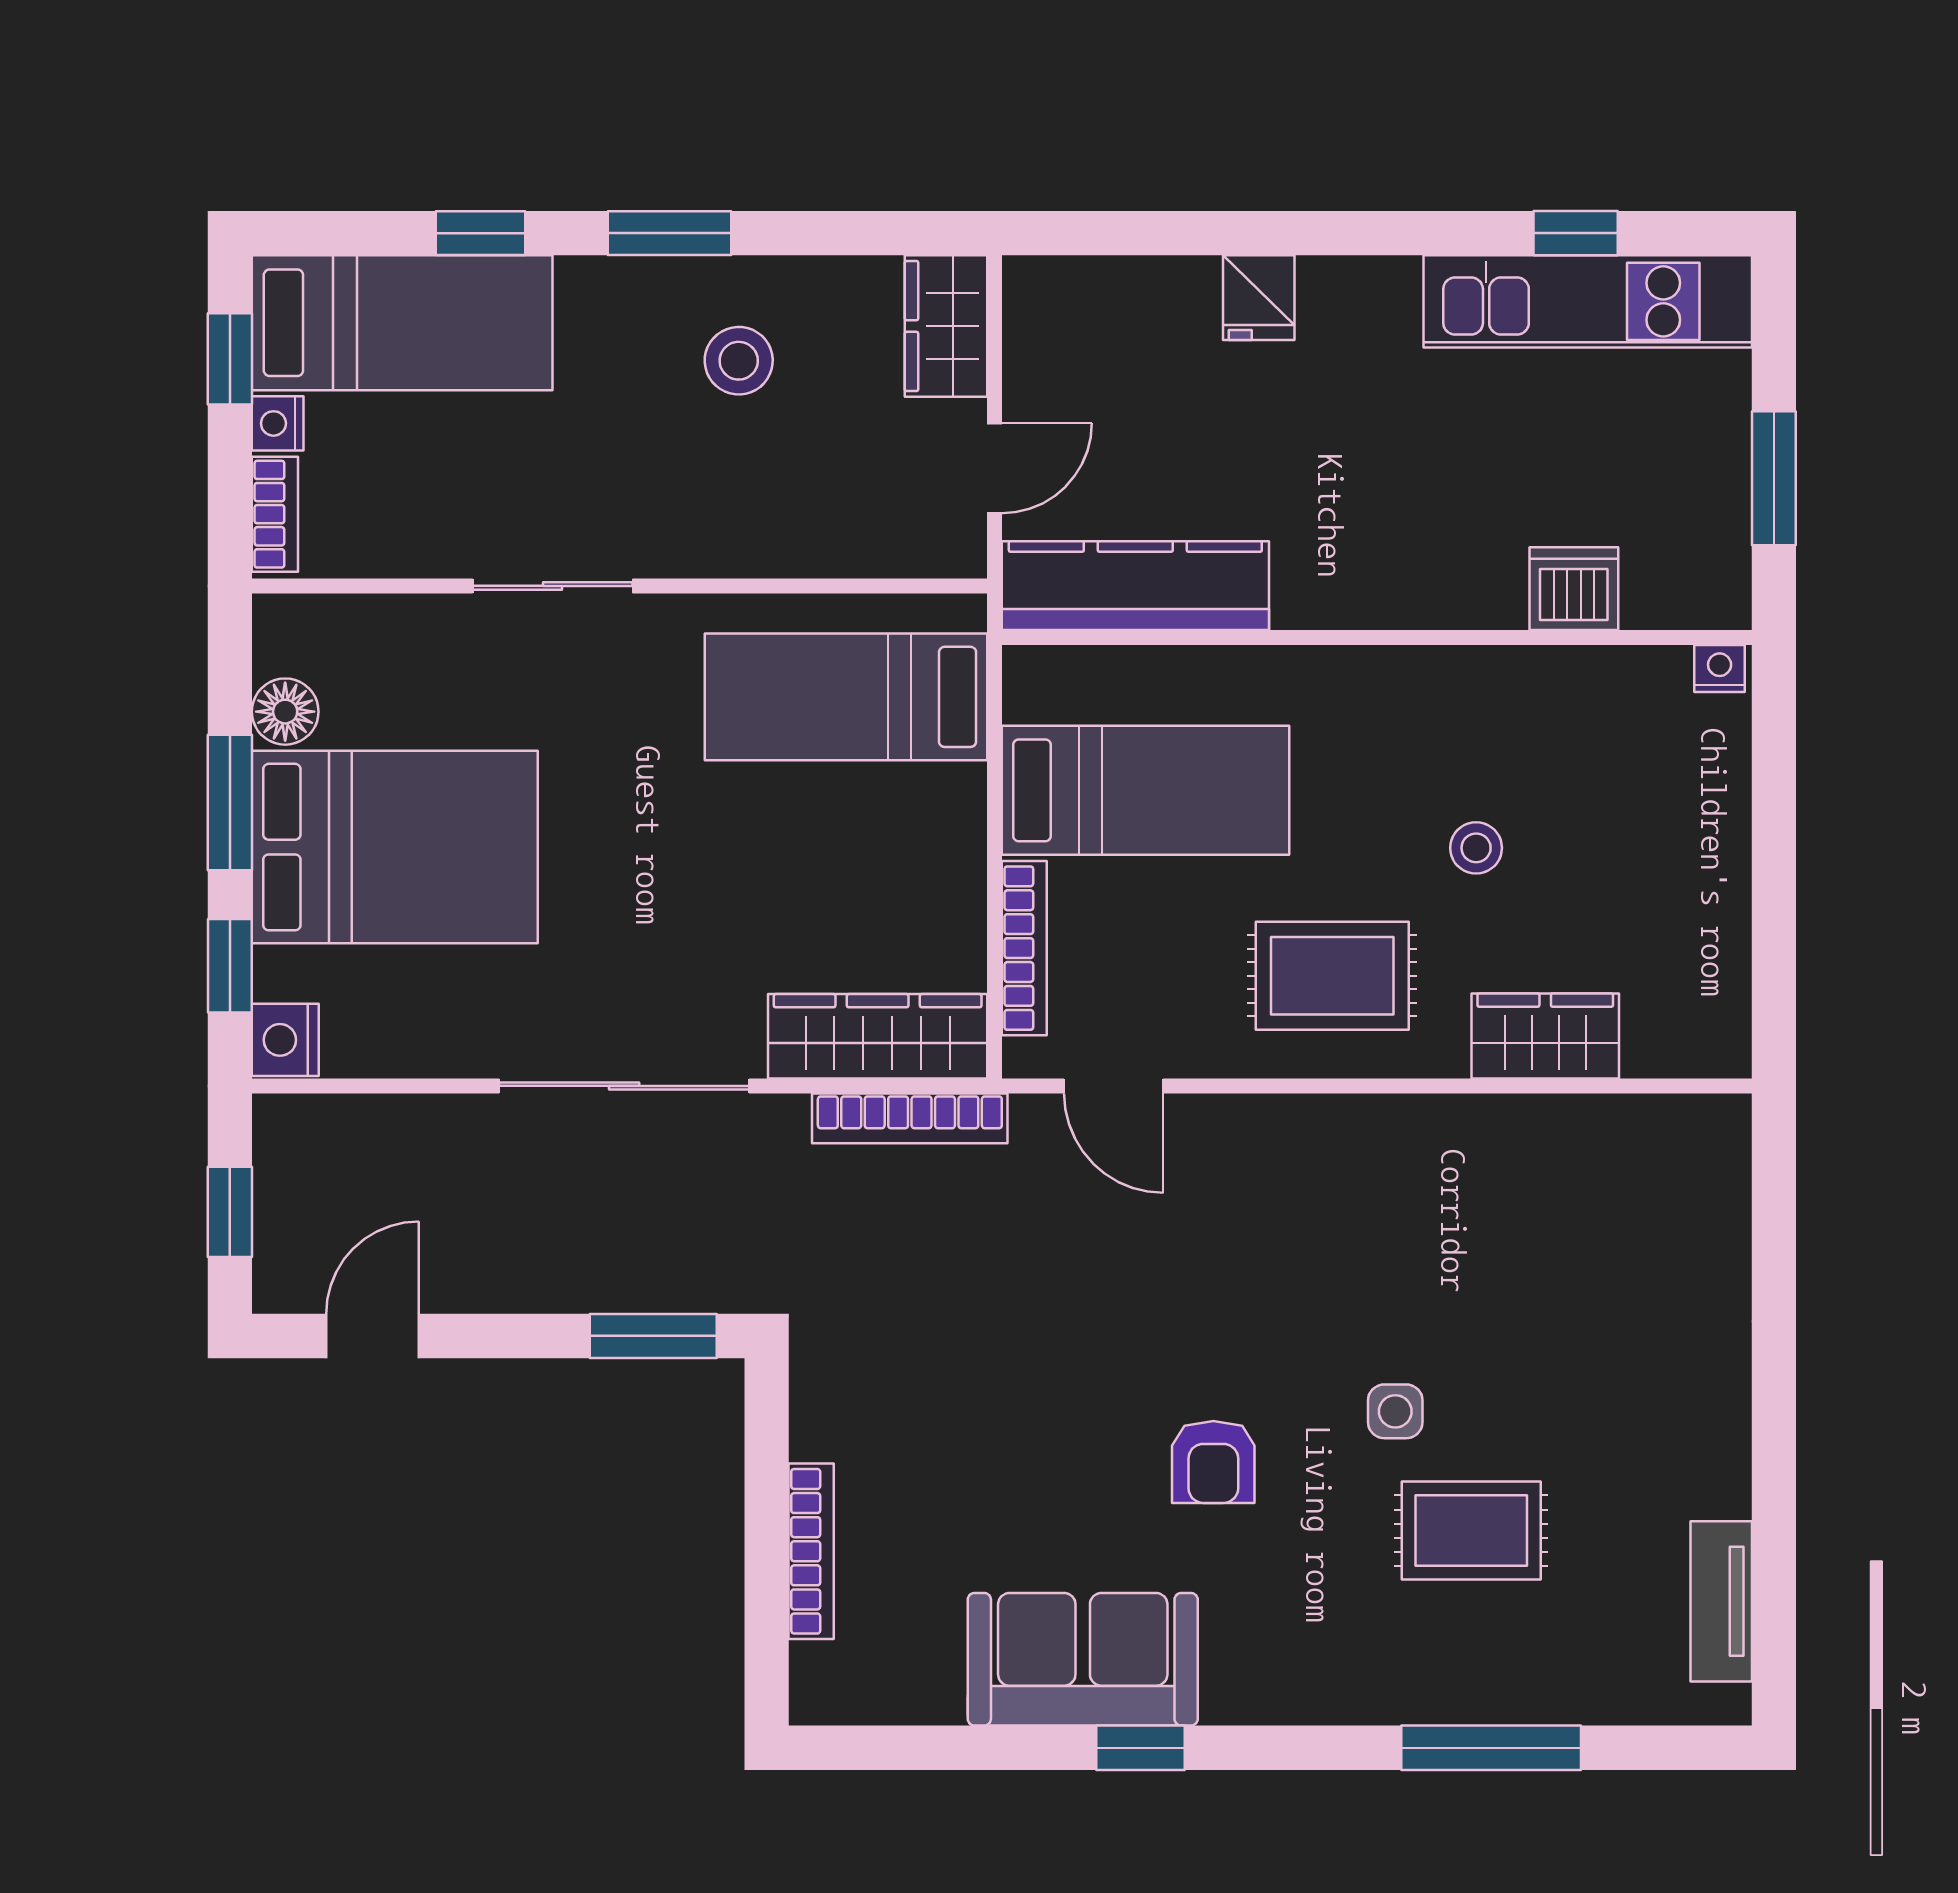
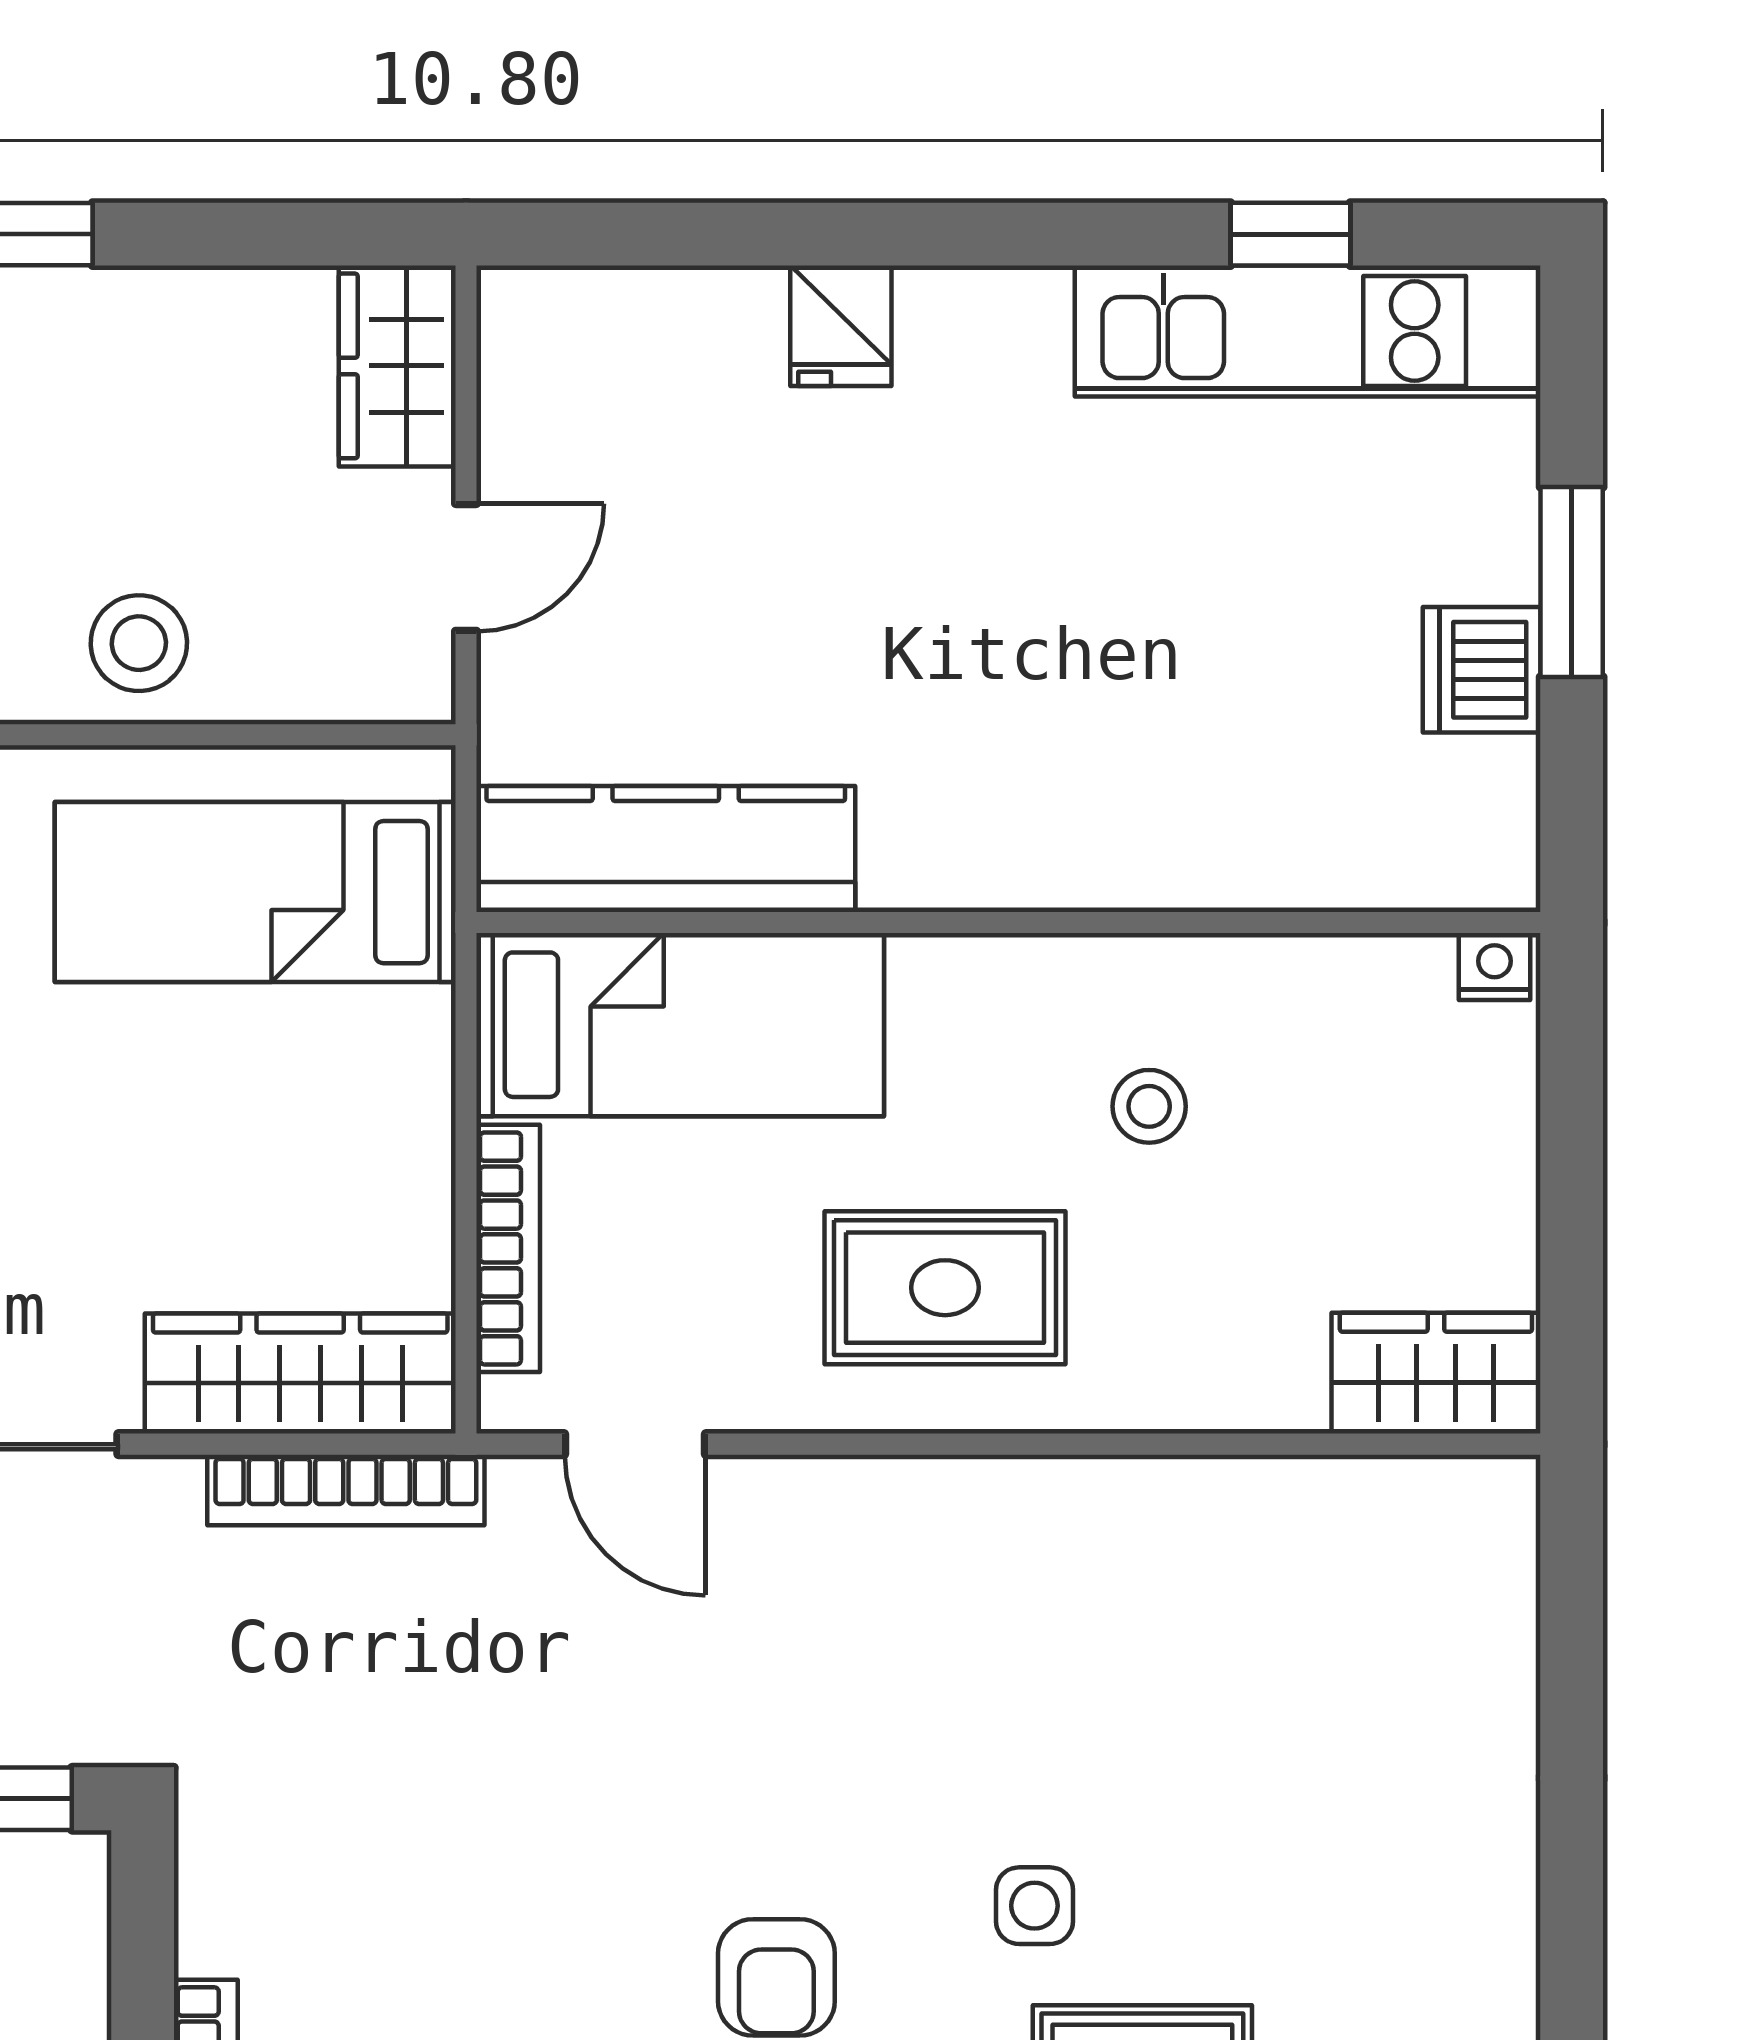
stool: (739, 361) -> (139, 643), moved
kitchen counter: (1135, 586) -> (666, 849), moved
dishwasher: (1574, 589) -> (1482, 670), moved, turned -90
wall: (1377, 637) -> (1008, 923), moved
nightstand: (1720, 668) -> (1495, 967), moved
wardrobe: (1545, 1036) -> (1436, 1373), moved

